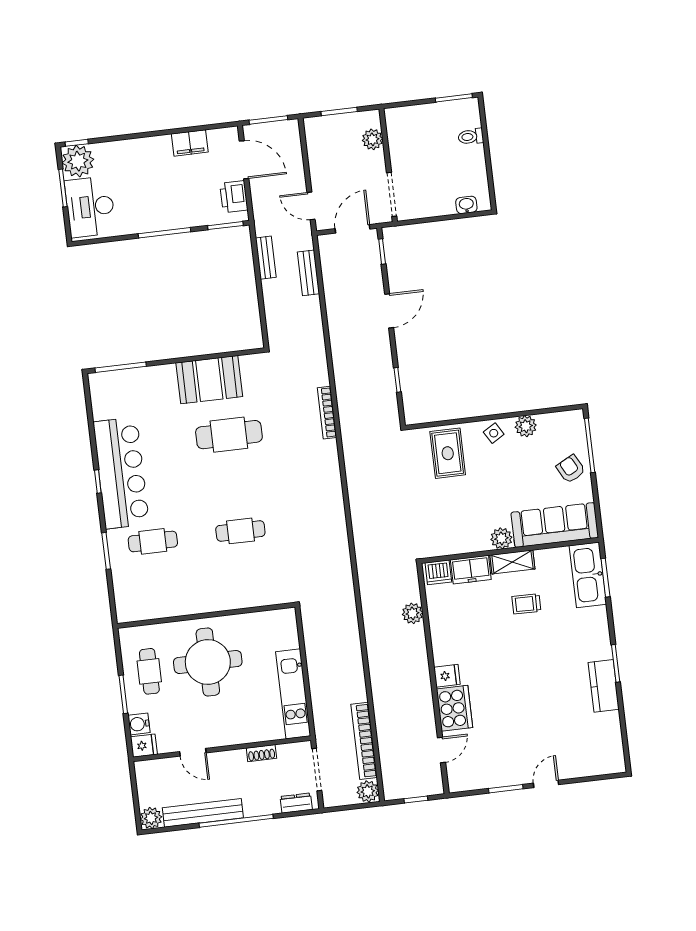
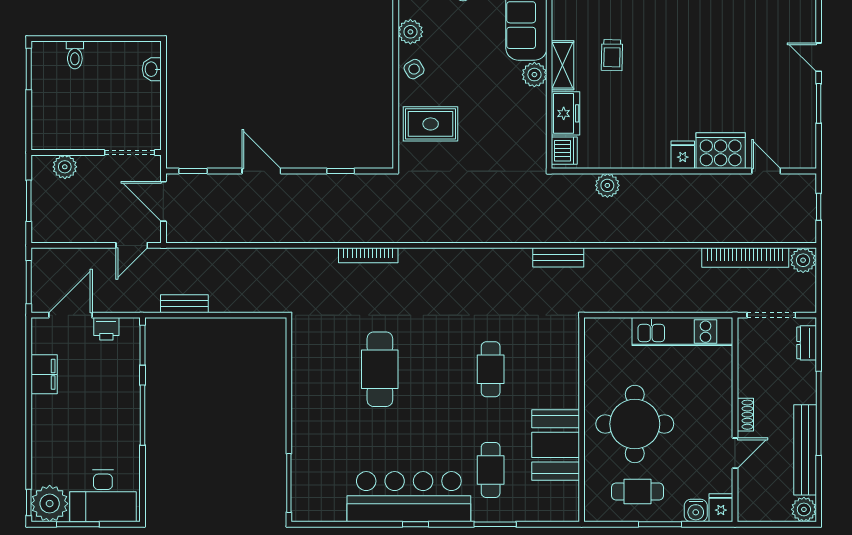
printer: (234, 197) -> (106, 329), width x0.73, depth x0.81
bench: (308, 273) -> (558, 257), moved
booth: (209, 380) -> (556, 445), moved
shoe rack: (261, 753) -> (745, 415), moved

